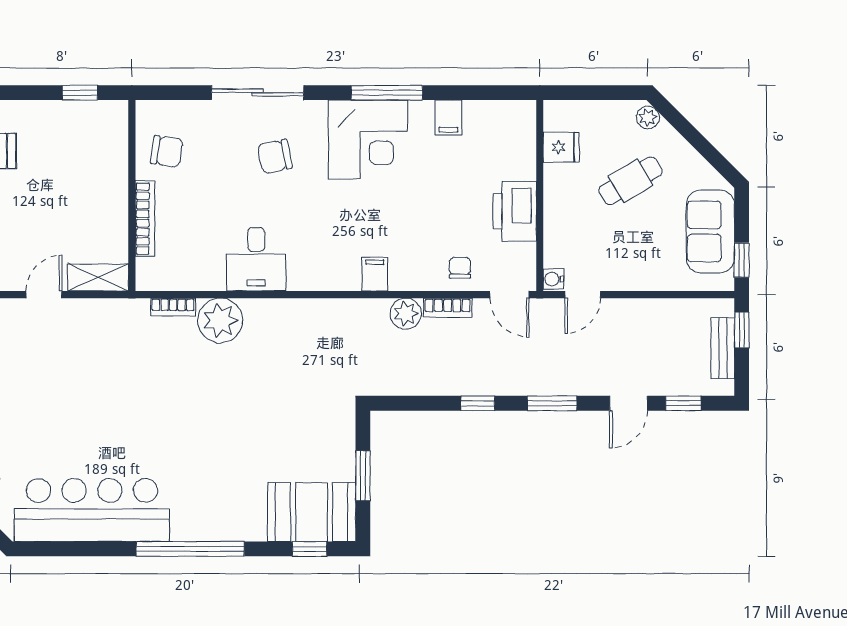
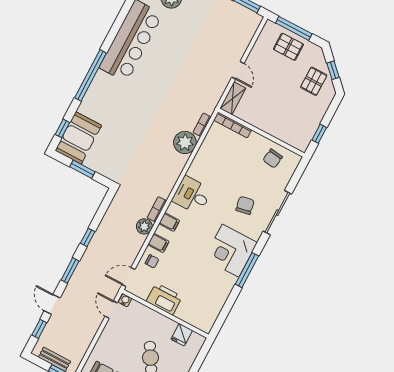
filing cabinet: (448, 117) -> (158, 243), moved, turned 180
bookcase: (145, 219) -> (233, 125), moved
desk: (256, 259) -> (192, 195), moved
bookcase: (448, 308) -> (157, 209), moved

